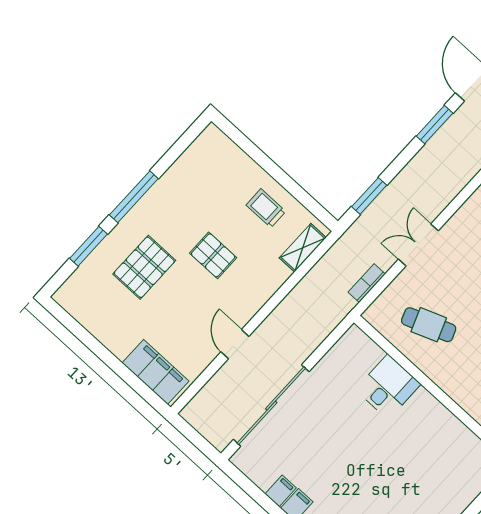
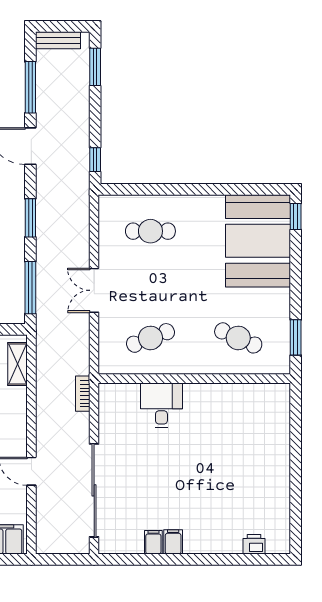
window: (435, 125) -> (30, 218), moved
window: (369, 196) -> (30, 288), width x1.44
bookcase: (367, 283) -> (83, 394), moved

